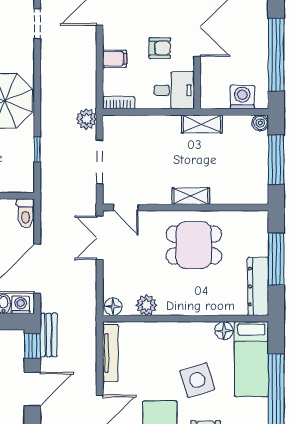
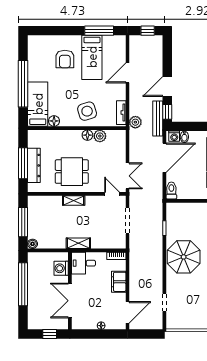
armchair: (160, 48) -> (92, 288), removed
filing cabinet: (115, 59) -> (119, 282), width x2.00
washing machine: (242, 97) -> (61, 268), moved, turned 90
plant: (86, 119) -> (135, 122), moved
shelving: (202, 124) -> (78, 243), moved
dresser: (258, 286) -> (34, 165), moved
floor lamp: (113, 307) -> (87, 135), moved
bench: (49, 335) -> (158, 118), width x1.36
tv unit: (110, 353) -> (121, 113), width x0.71
side table: (197, 380) -> (87, 111), moved

